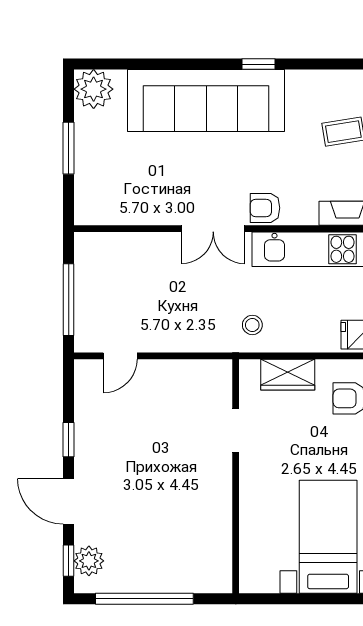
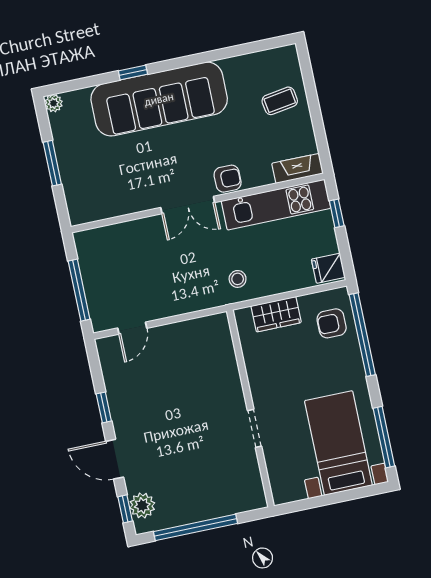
window: (259, 64) -> (133, 73), moved
plant: (94, 89) -> (54, 103), width x0.53, depth x0.53
armchair: (265, 208) -> (228, 179), turned 180
doorway: (236, 431) -> (255, 428), moved

